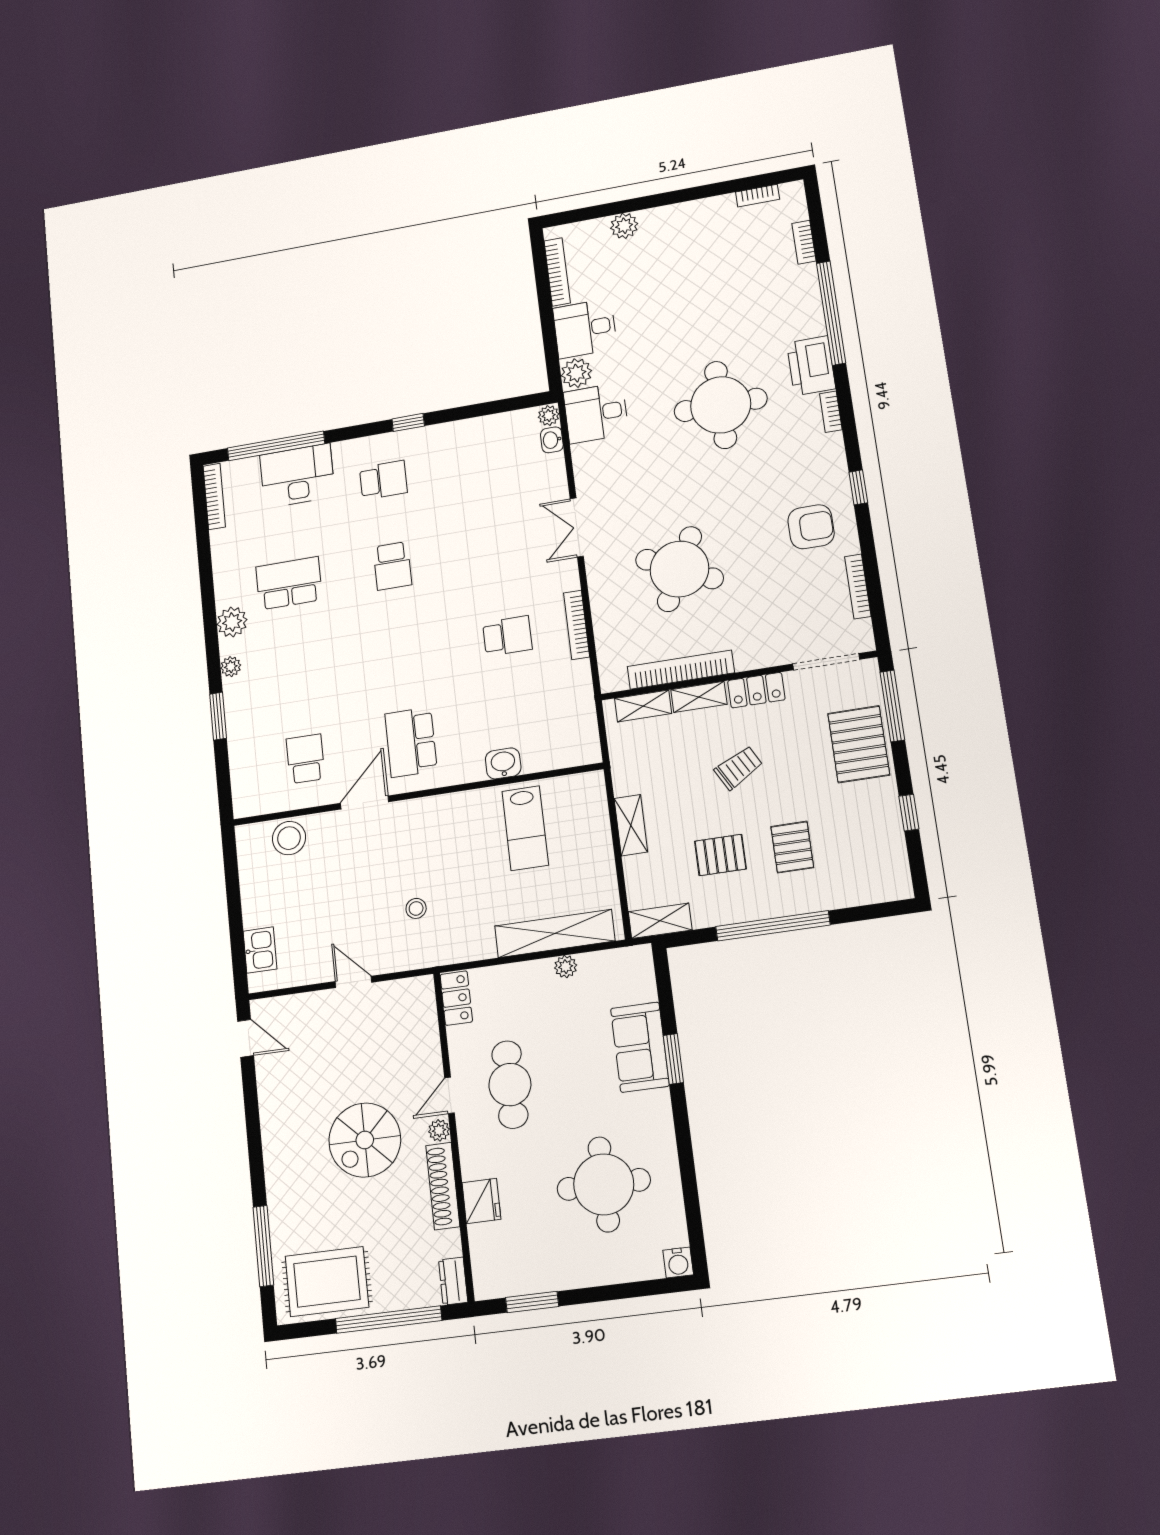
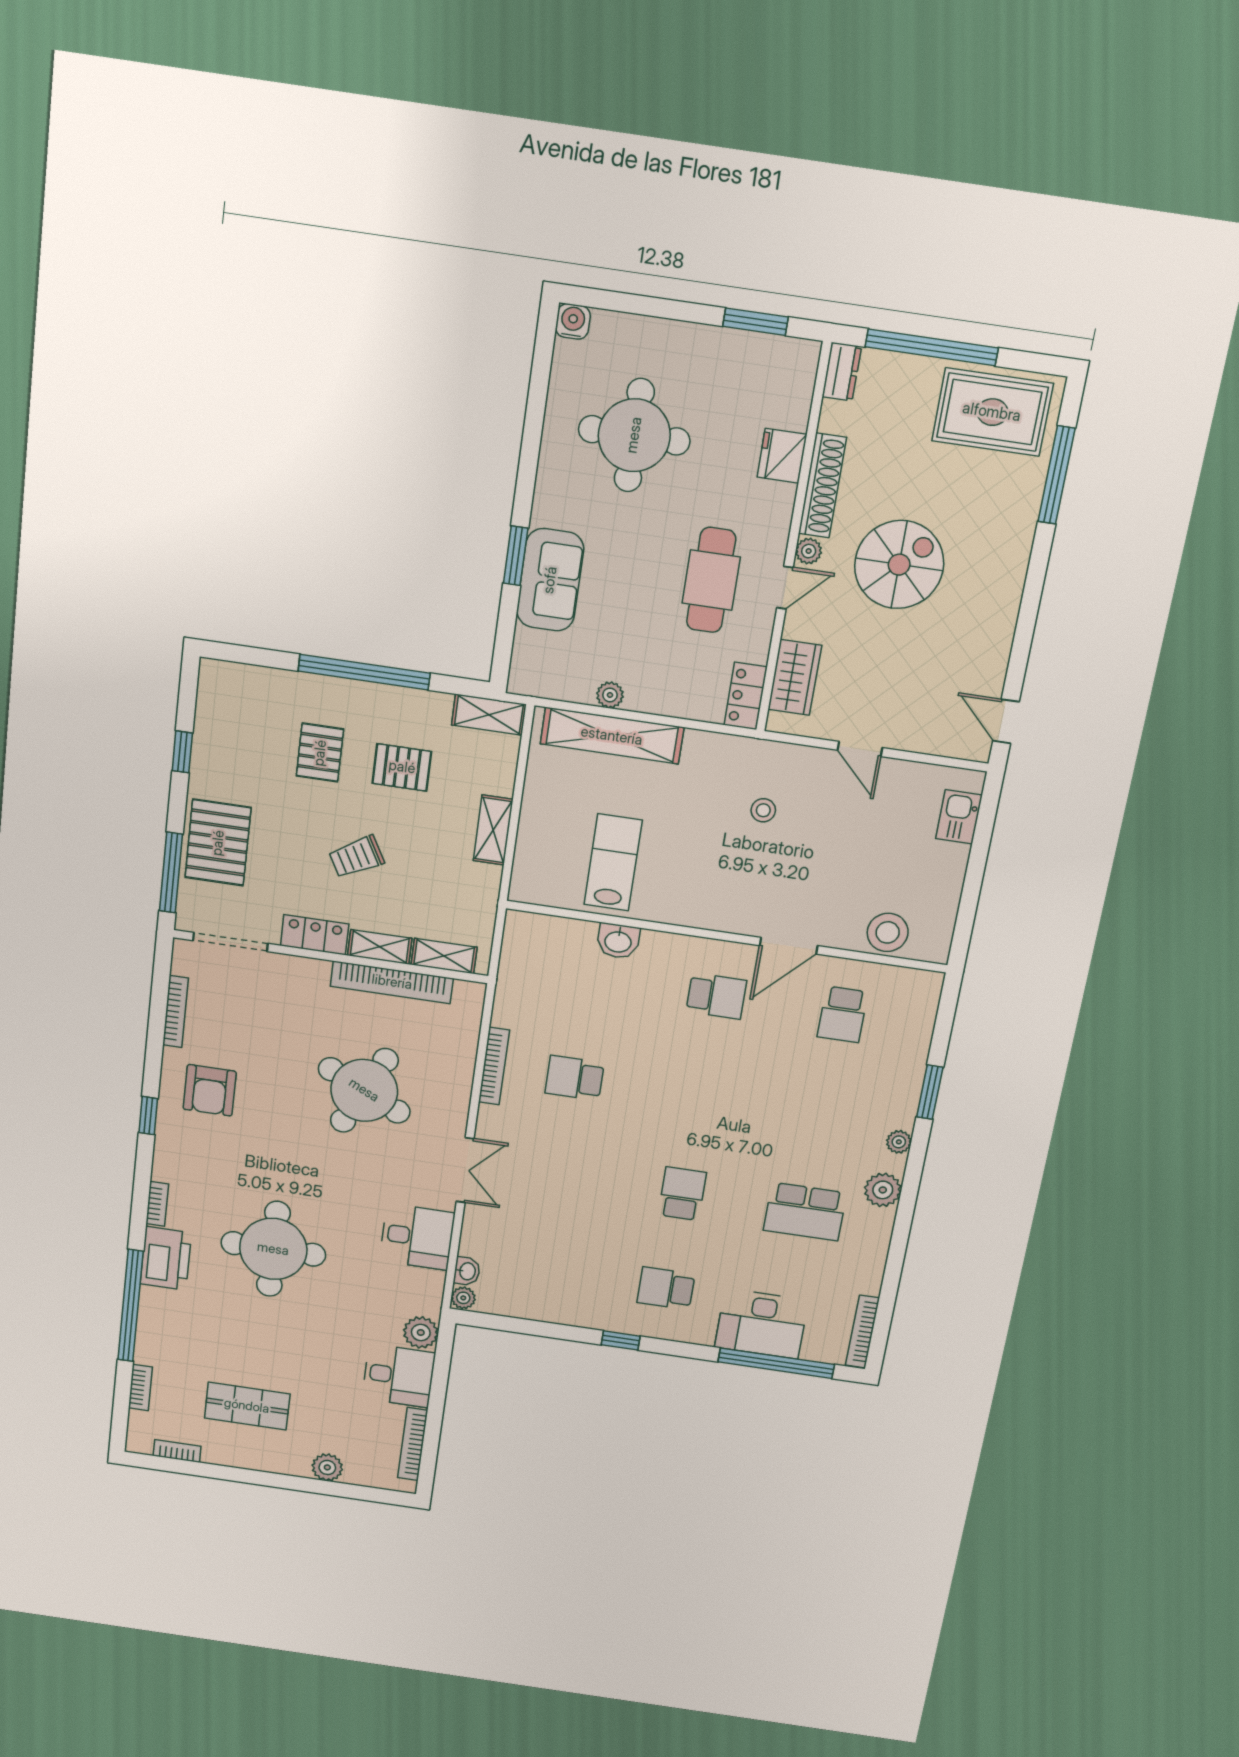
shop shelf: (707, 257) -> (247, 1406), added
desk: (596, 413) -> (417, 1237), moved
armchair: (811, 527) -> (210, 1090), turned -90
school desk: (411, 742) -> (716, 996), width x0.54
wardrobe: (421, 1025) -> (795, 677), added

